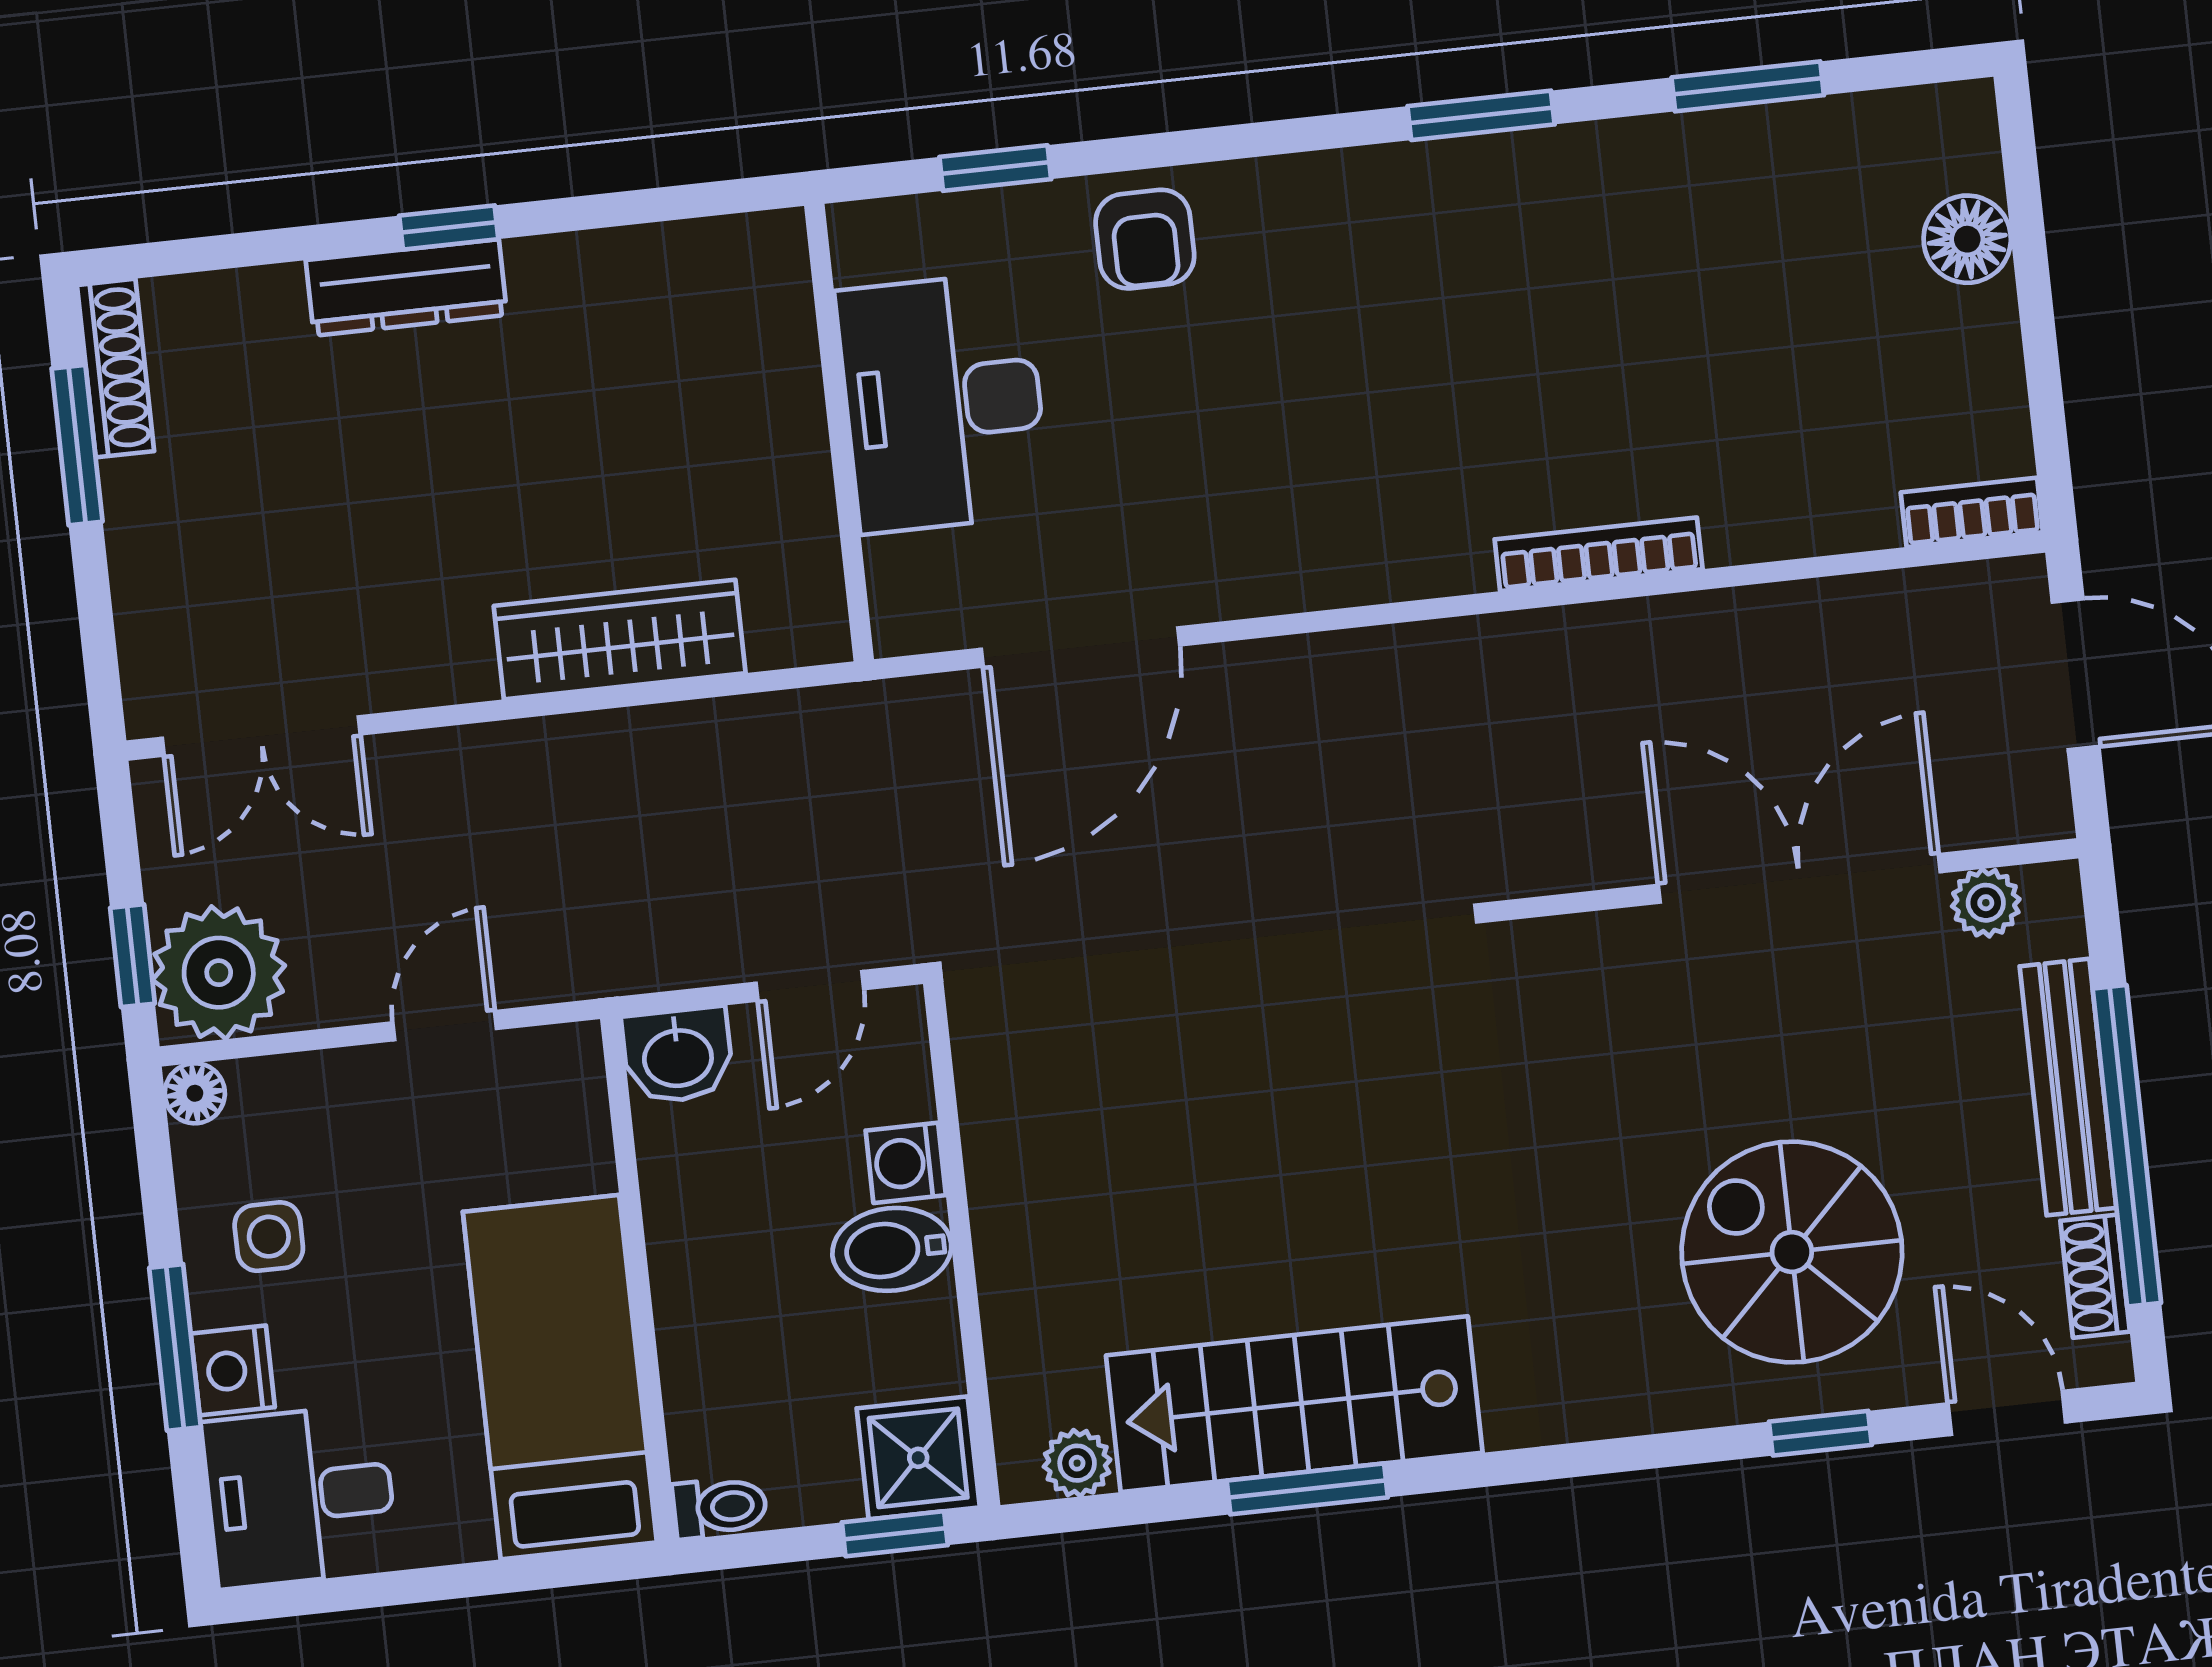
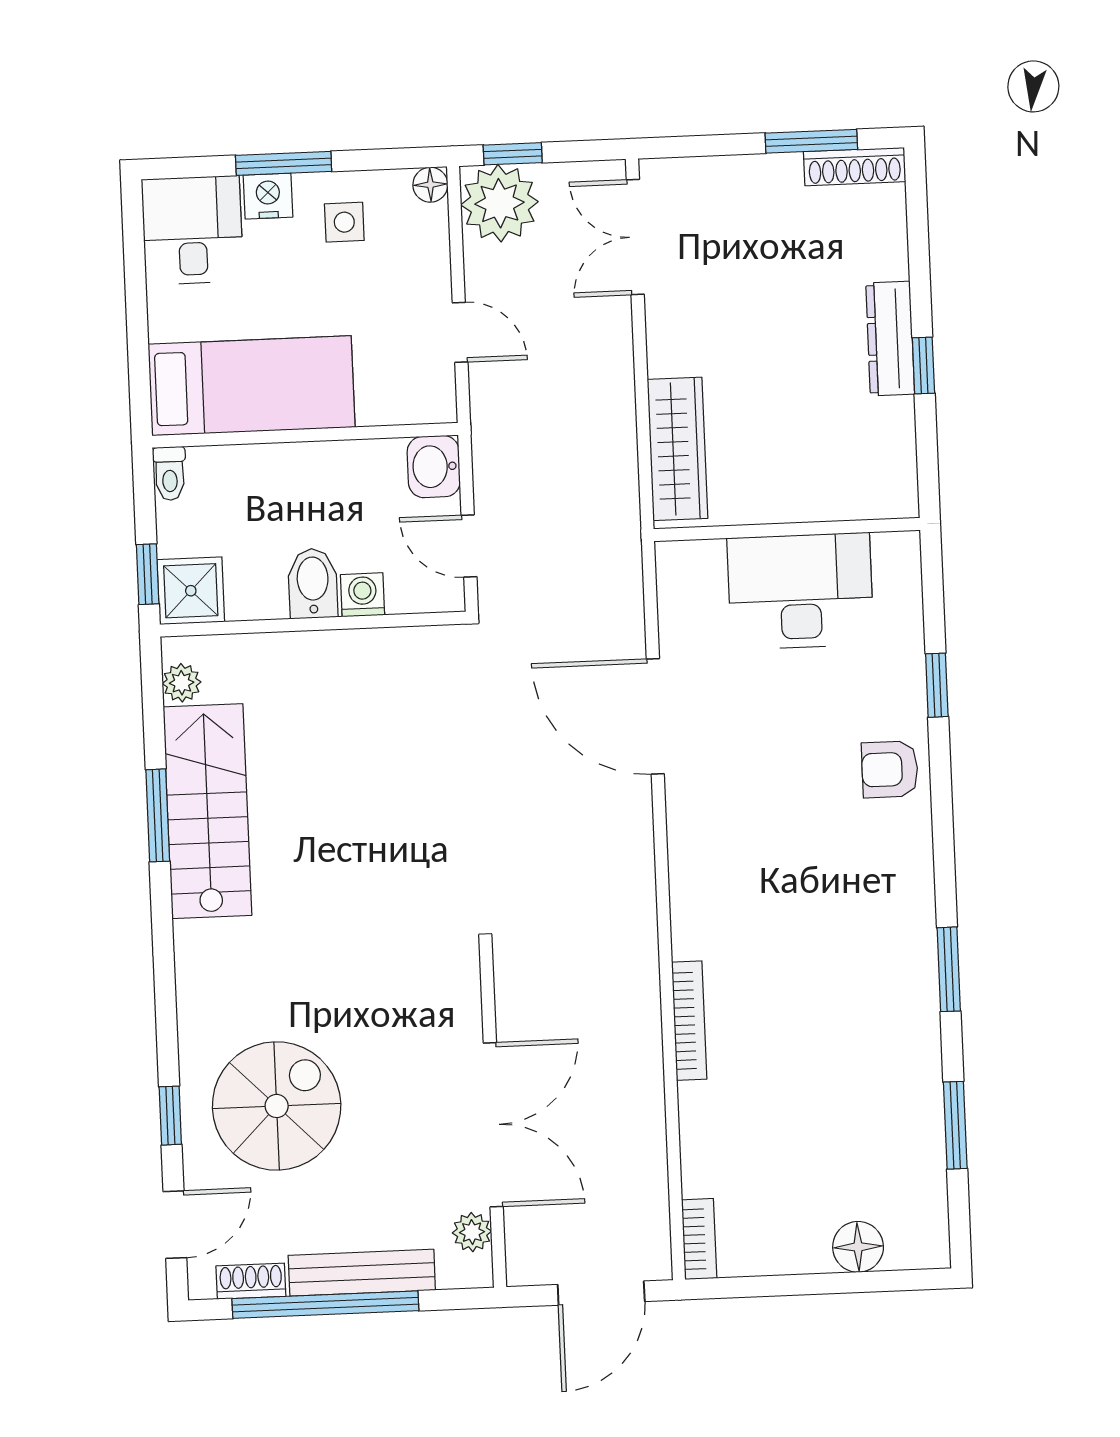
desk: (943, 403) -> (800, 591), moved
wall: (839, 433) -> (787, 530), moved

